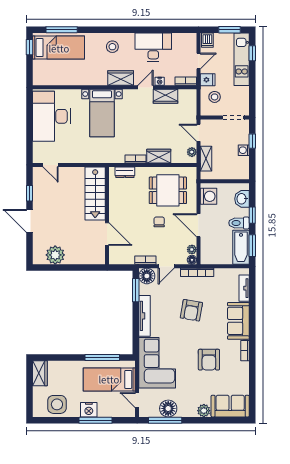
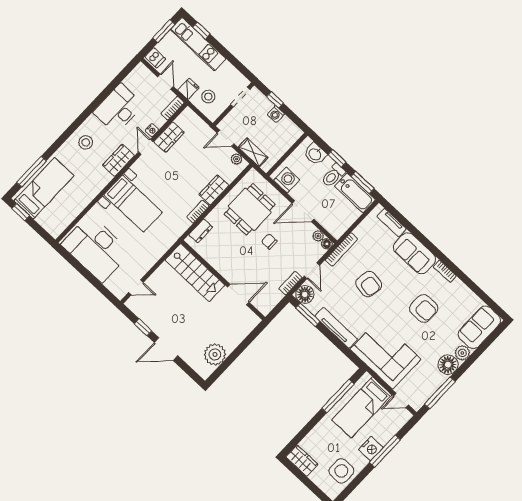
floor lamp: (168, 408) -> (448, 365), moved

